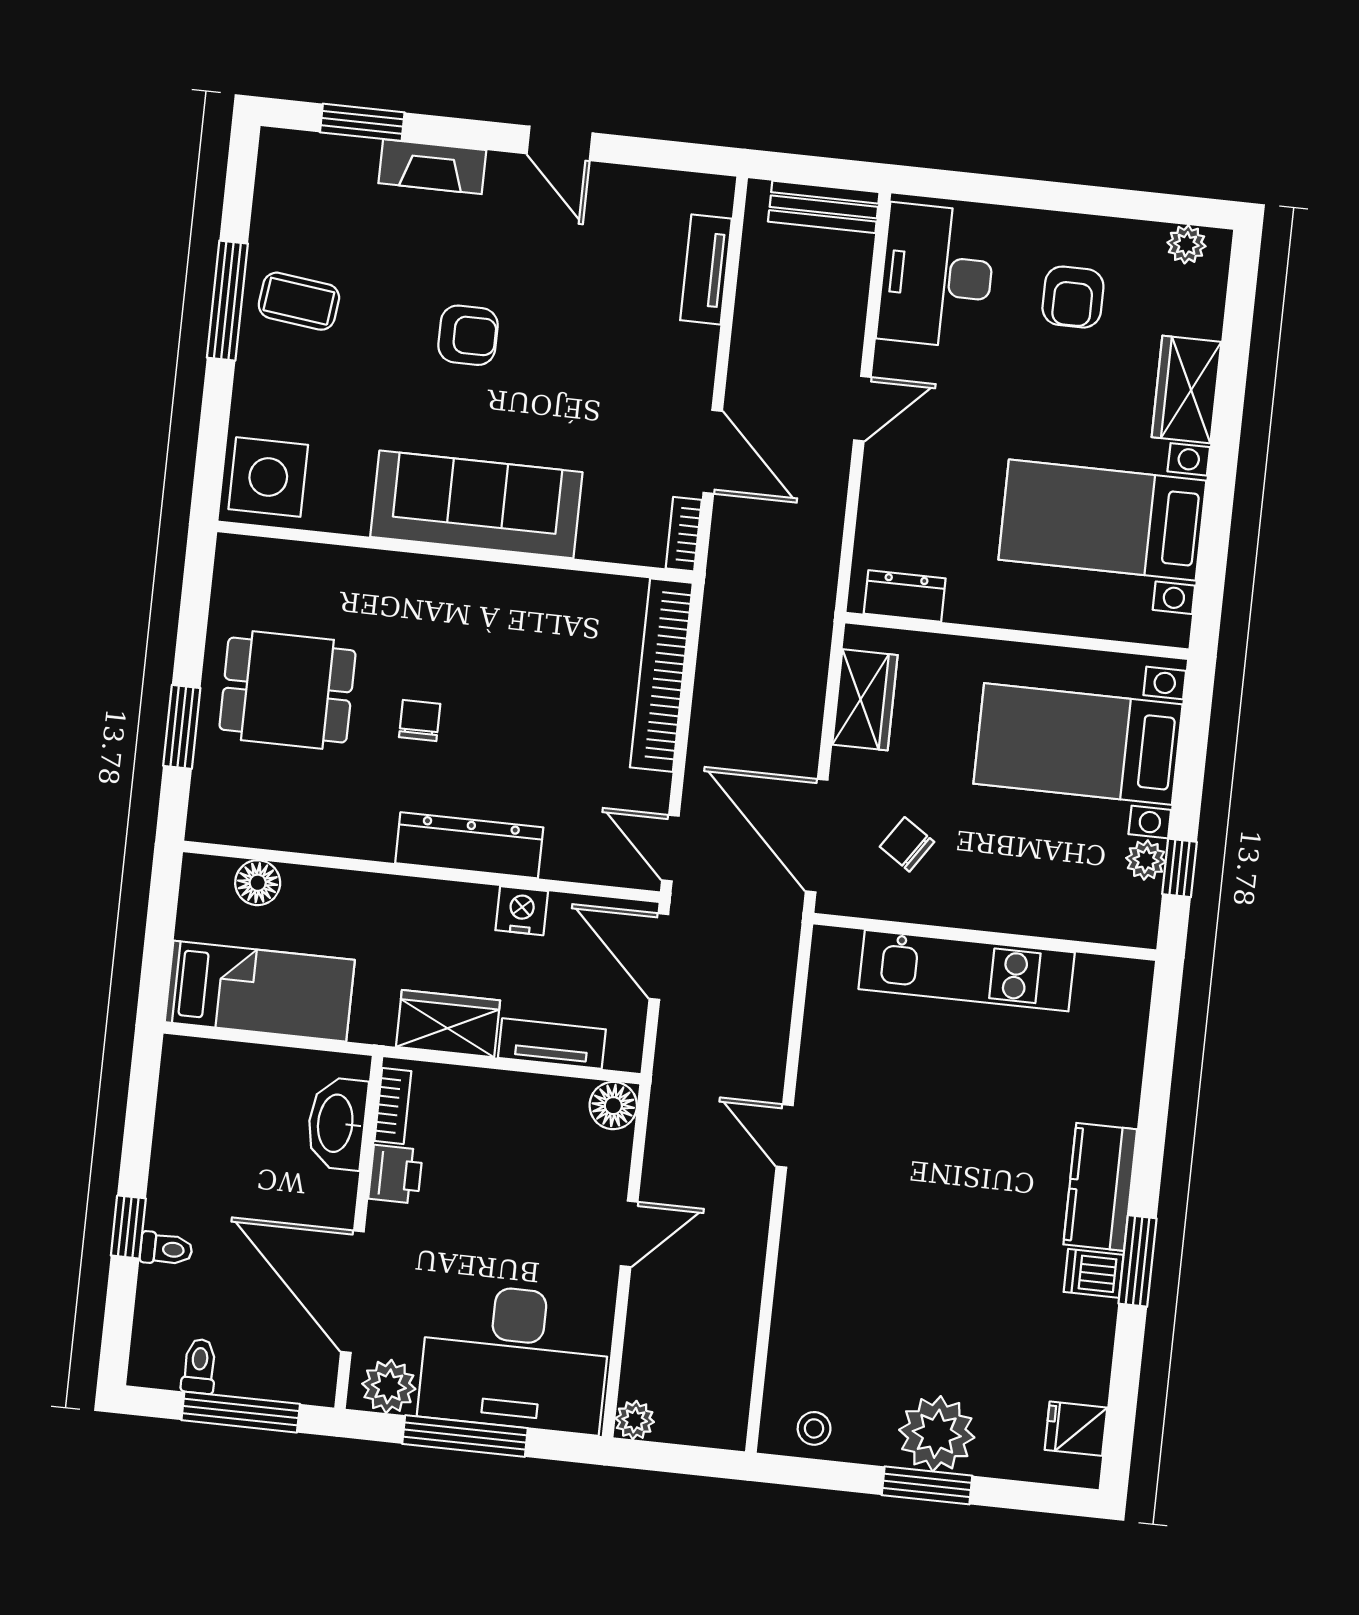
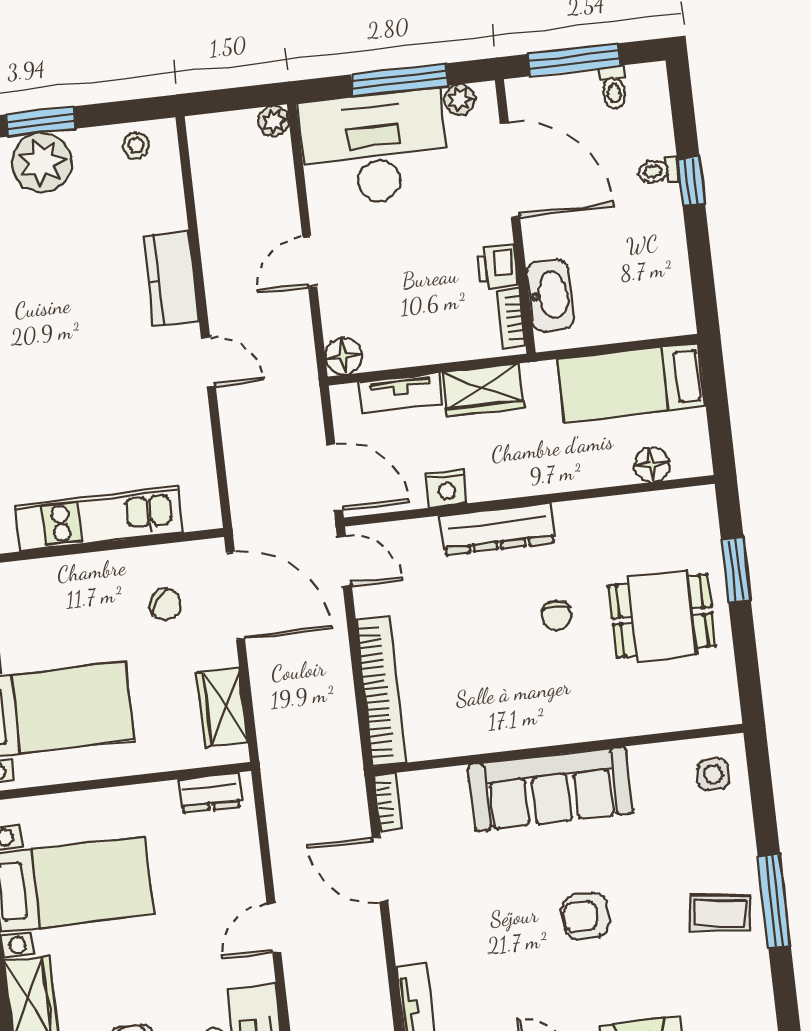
side table: (268, 477) -> (713, 774), width x0.54, depth x0.54
kitchen counter: (808, 1252) -> (171, 278), added
plant: (389, 1386) -> (460, 100), width x0.73, depth x0.73

